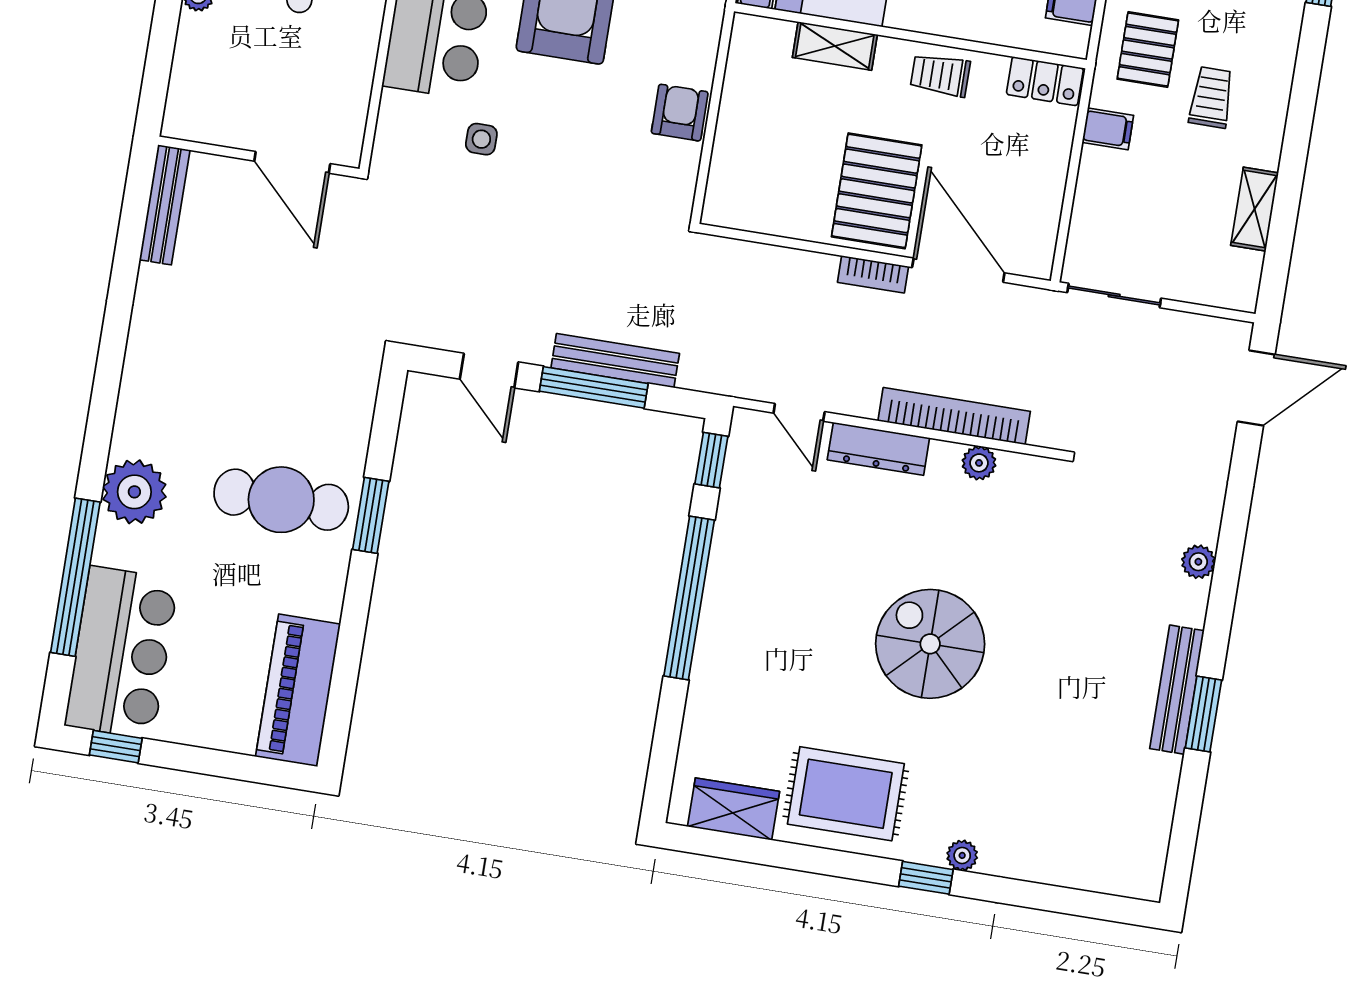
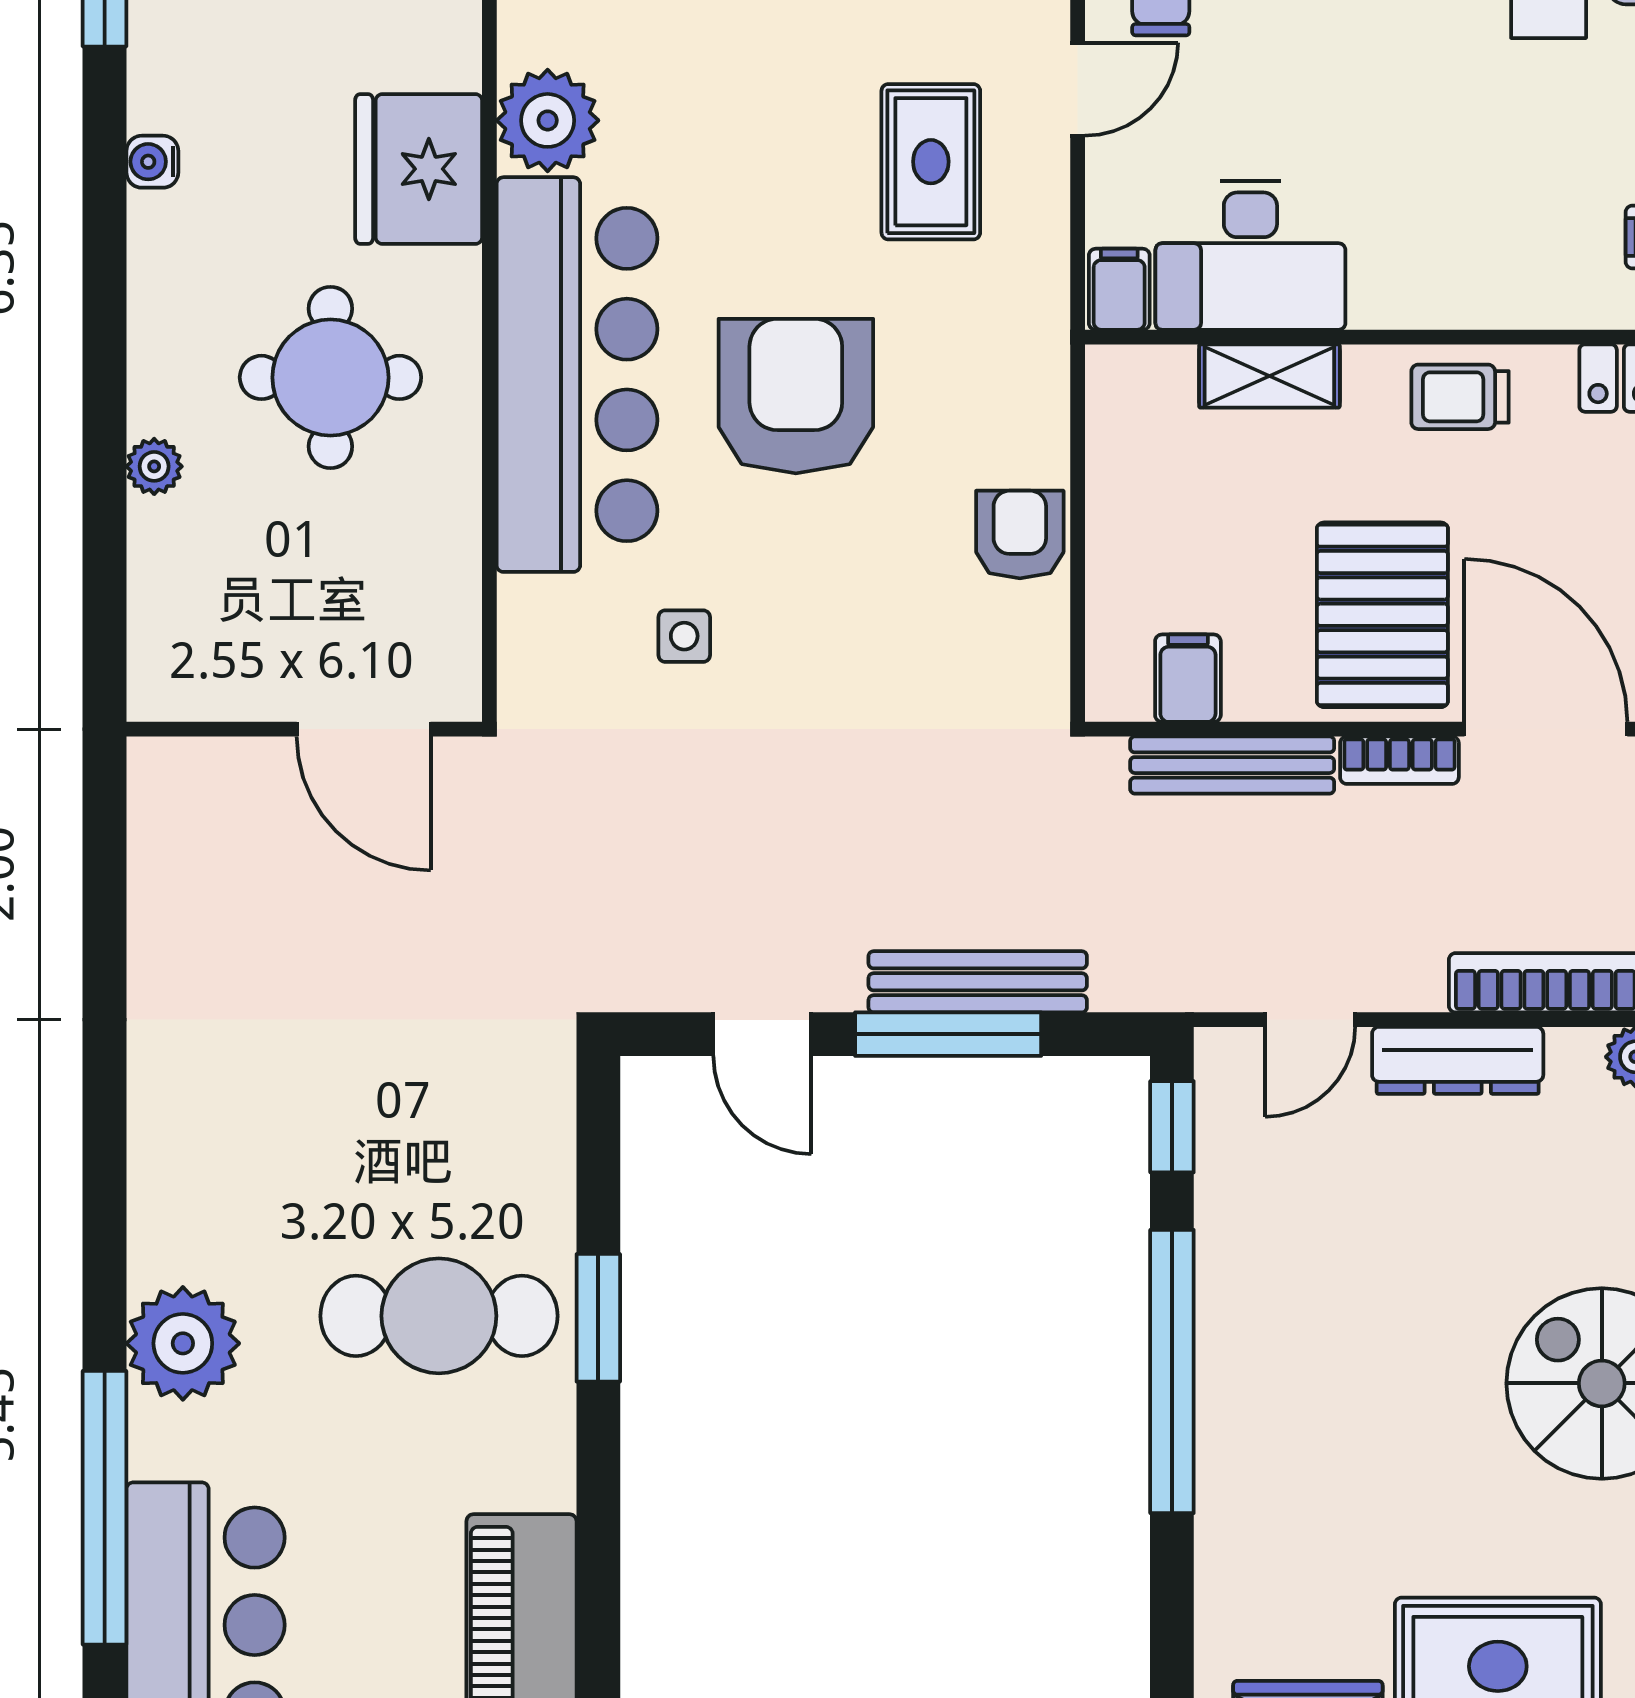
bench: (165, 205) -> (1232, 765), moved, turned 90
filing cabinet: (761, 209) -> (1188, 678), added
door: (799, 412) -> (1310, 1020), hinge flipped

